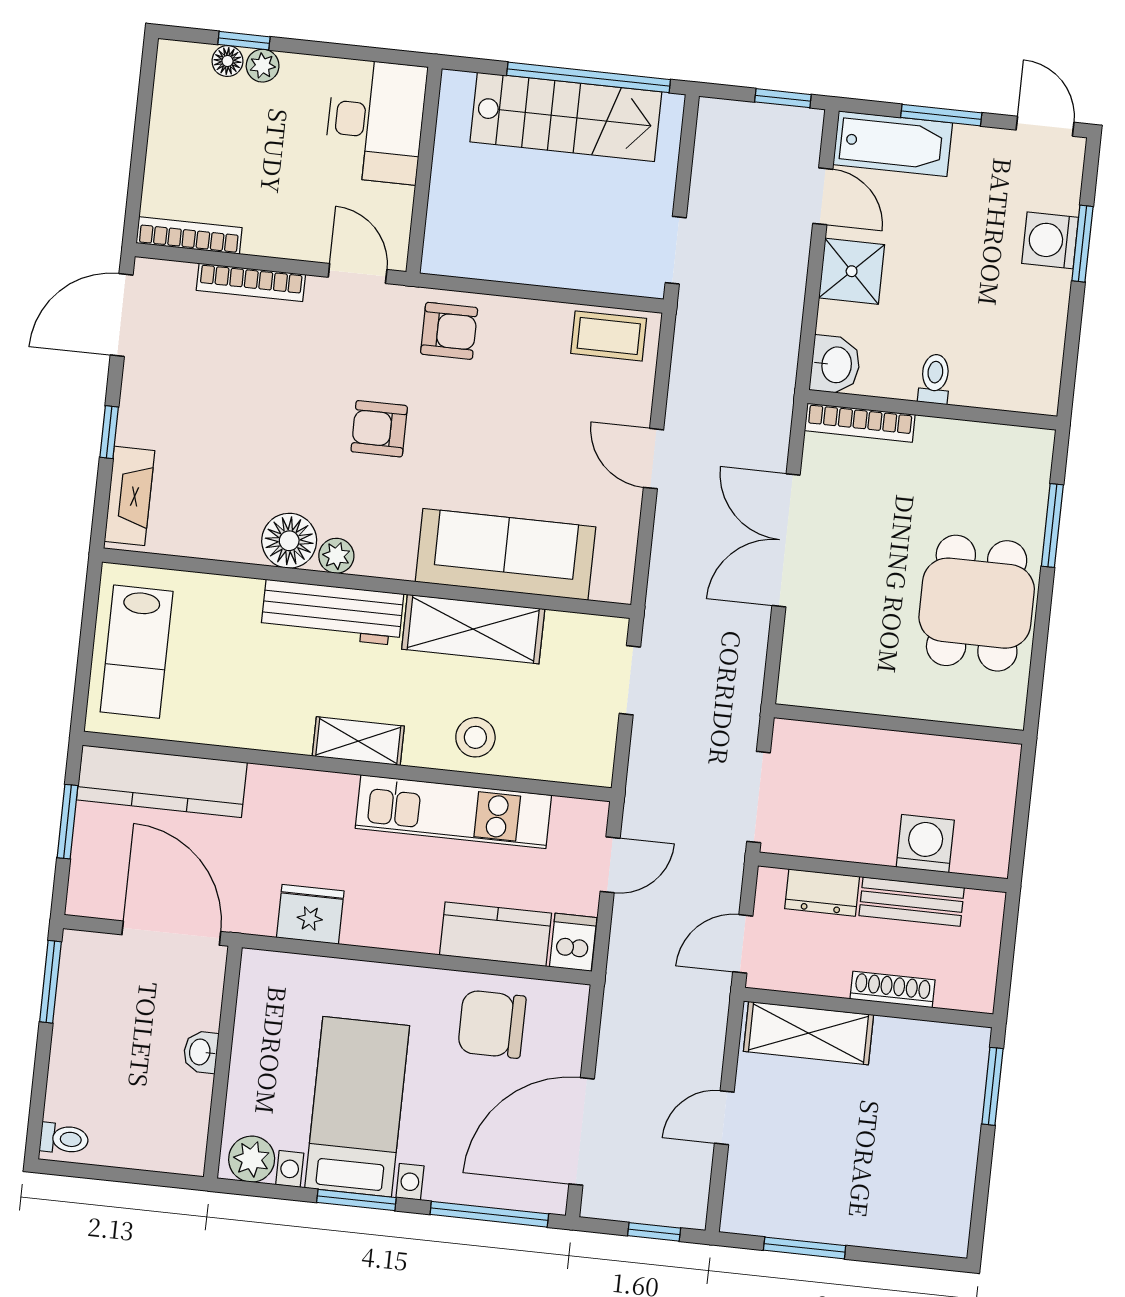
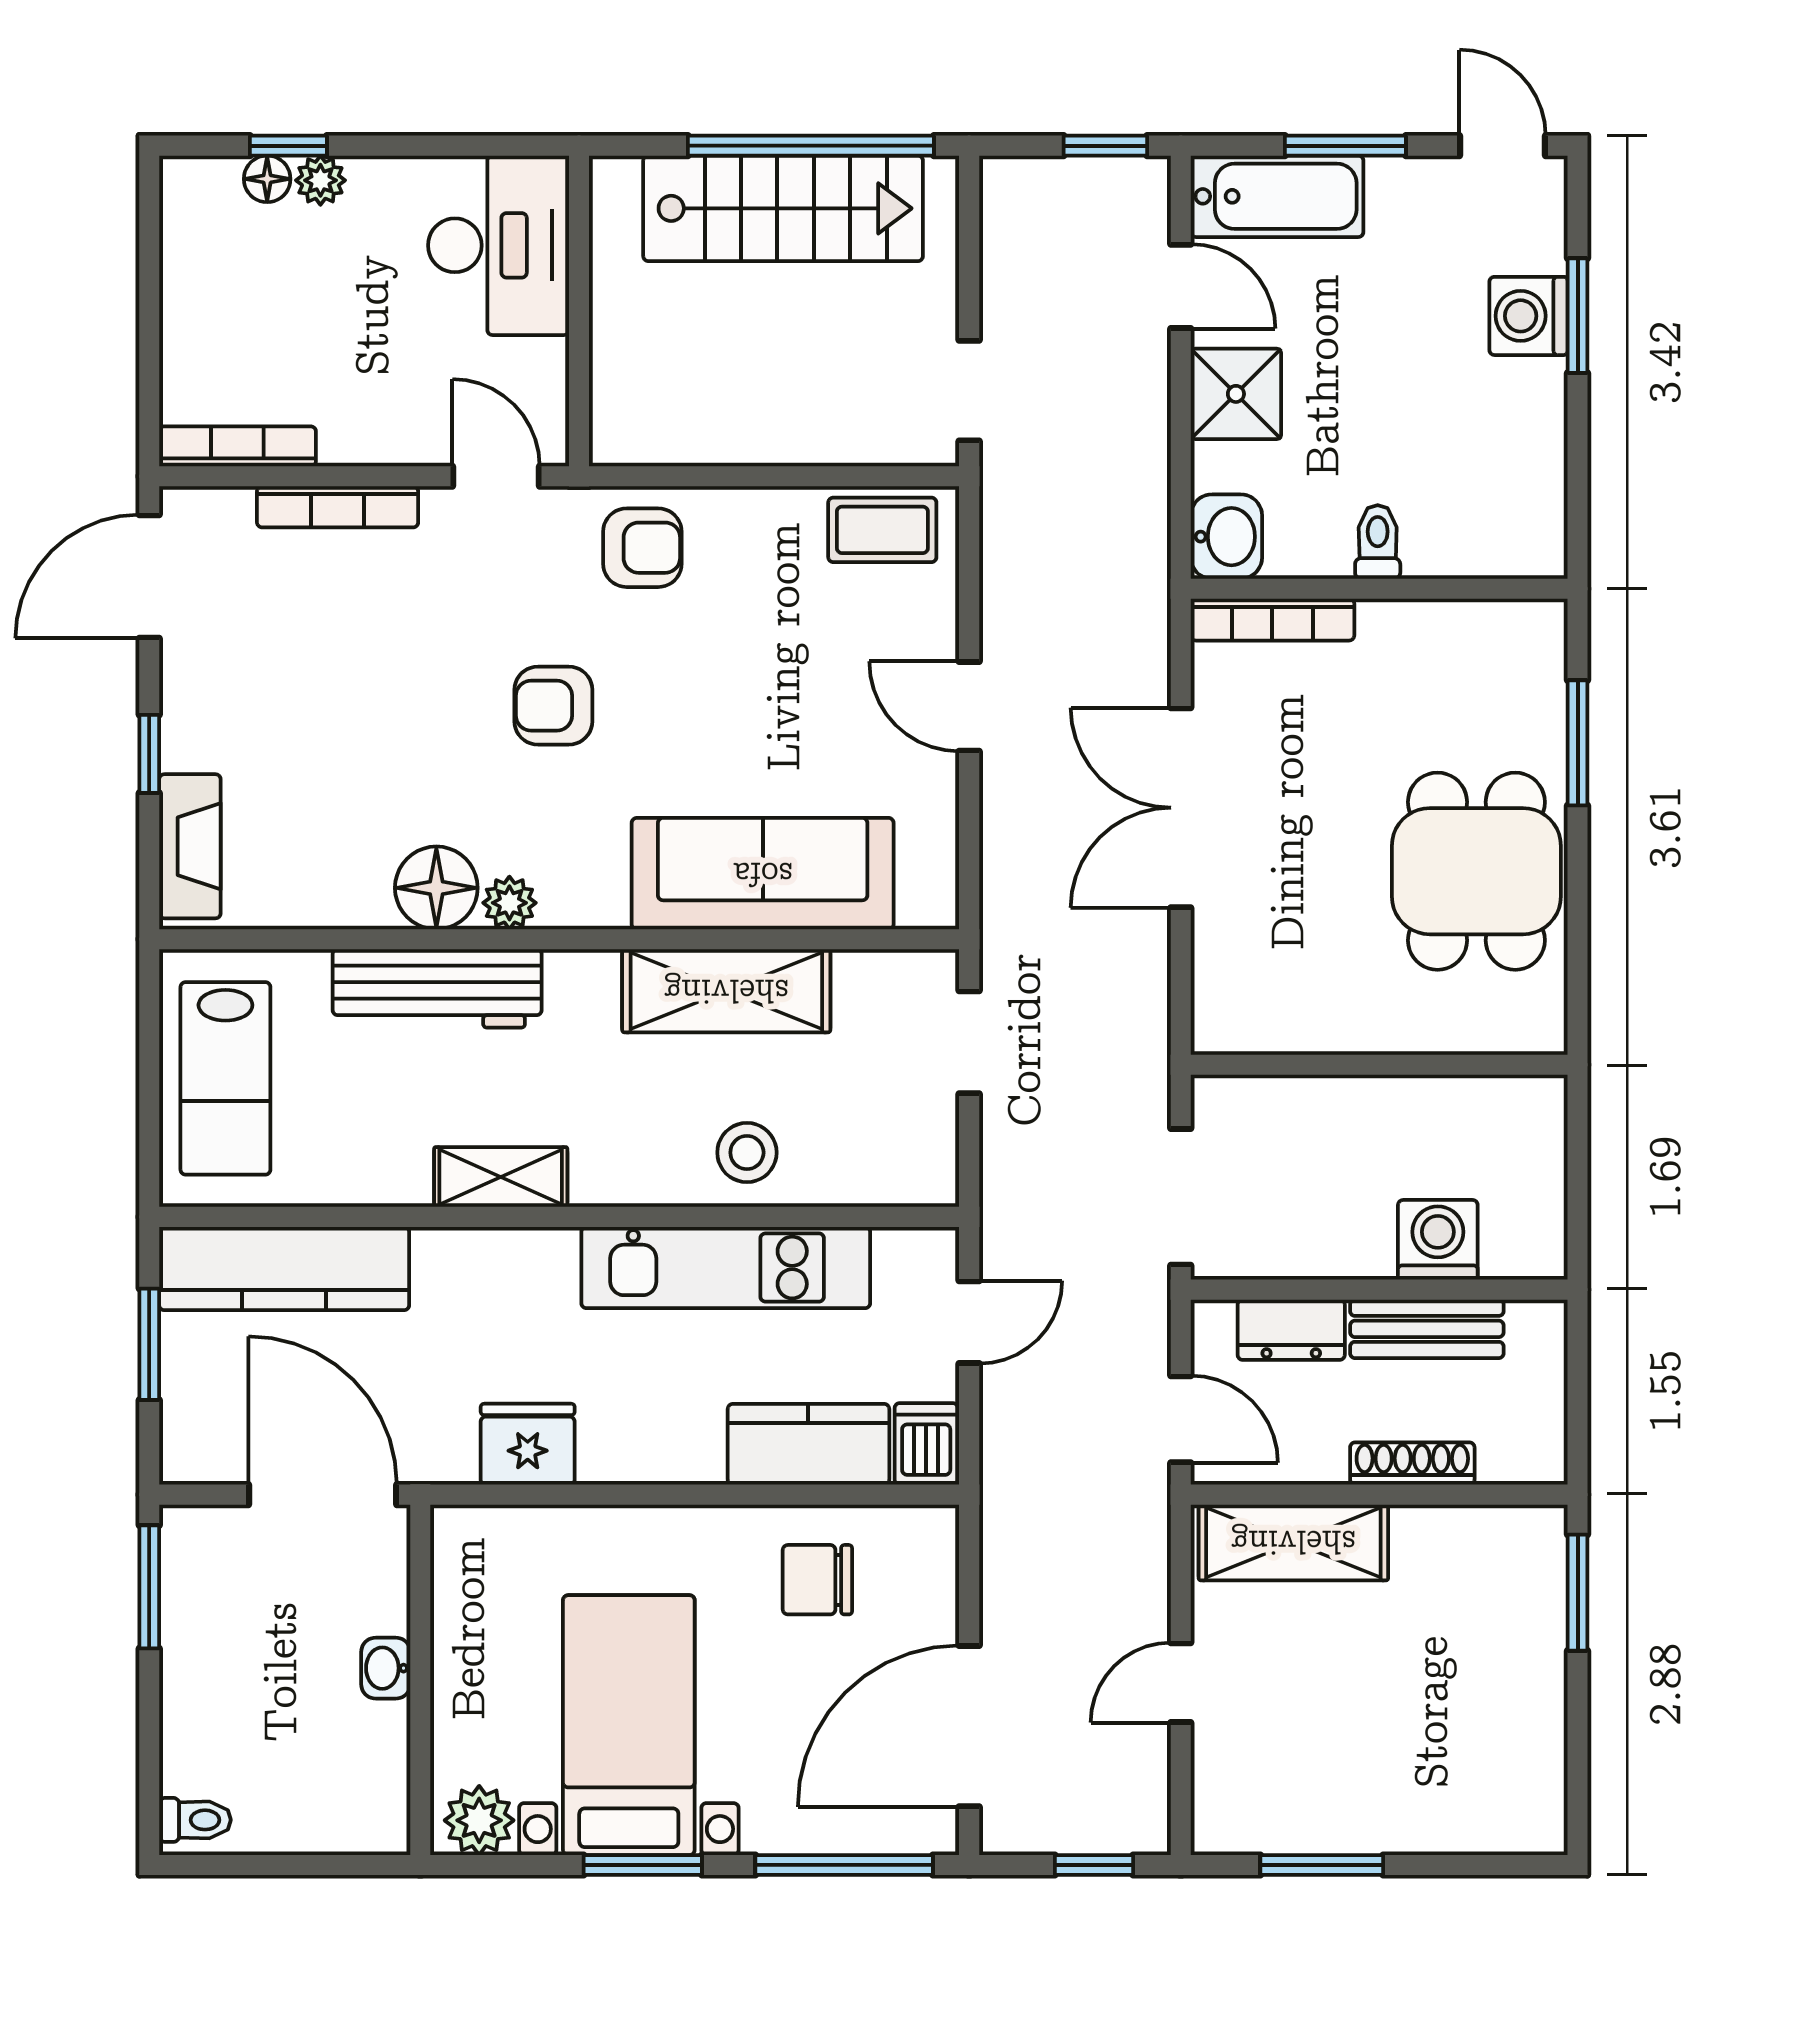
workbench: (332, 612) -> (437, 988), moved
shelving: (358, 741) -> (501, 1177), moved
door: (743, 944) -> (1181, 1419), swing flipped
chair: (492, 1024) -> (817, 1580), width x0.73, depth x0.73

